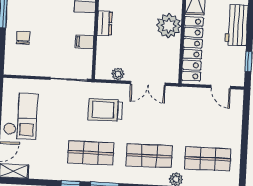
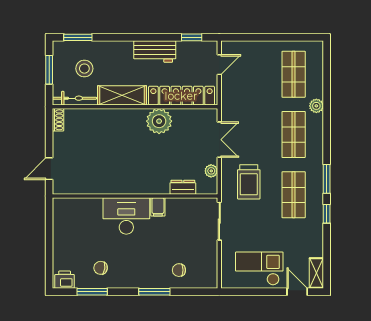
dresser: (105, 23) -> (183, 187), moved
filing cabinet: (84, 42) -> (158, 207), moved

